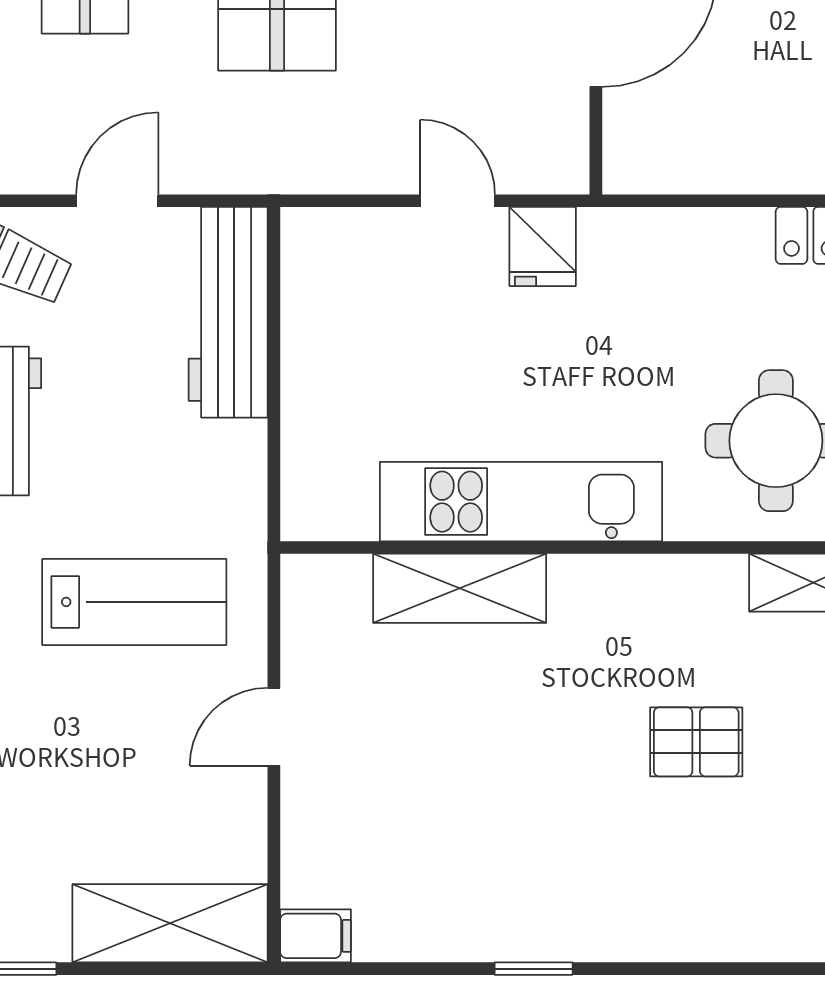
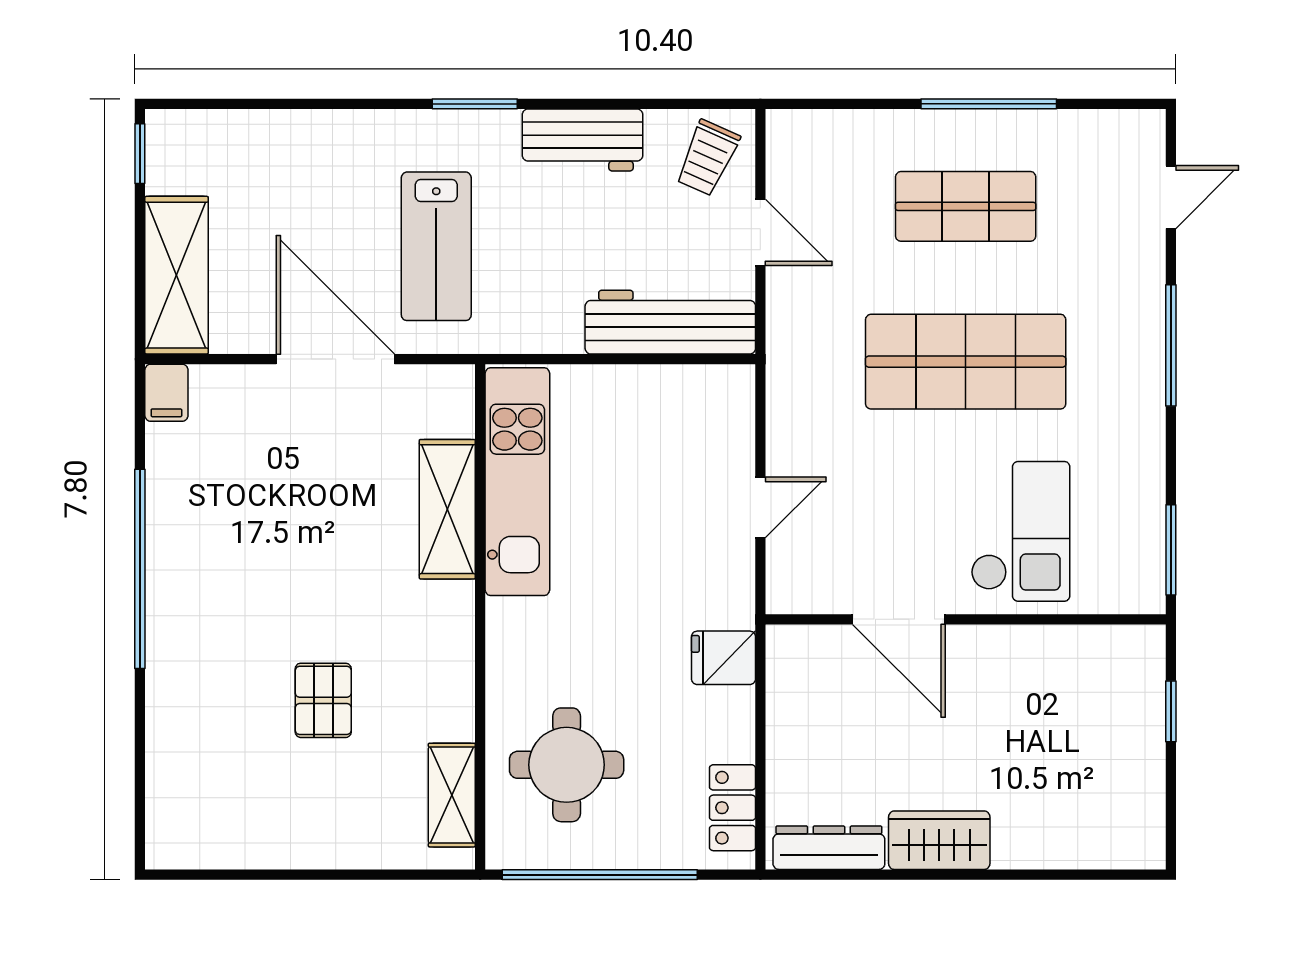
fridge: (543, 247) -> (723, 658), moved
kitchen unit: (521, 502) -> (517, 482), moved
door: (274, 727) -> (335, 359), width x1.88
window: (534, 969) -> (140, 569), width x3.17

